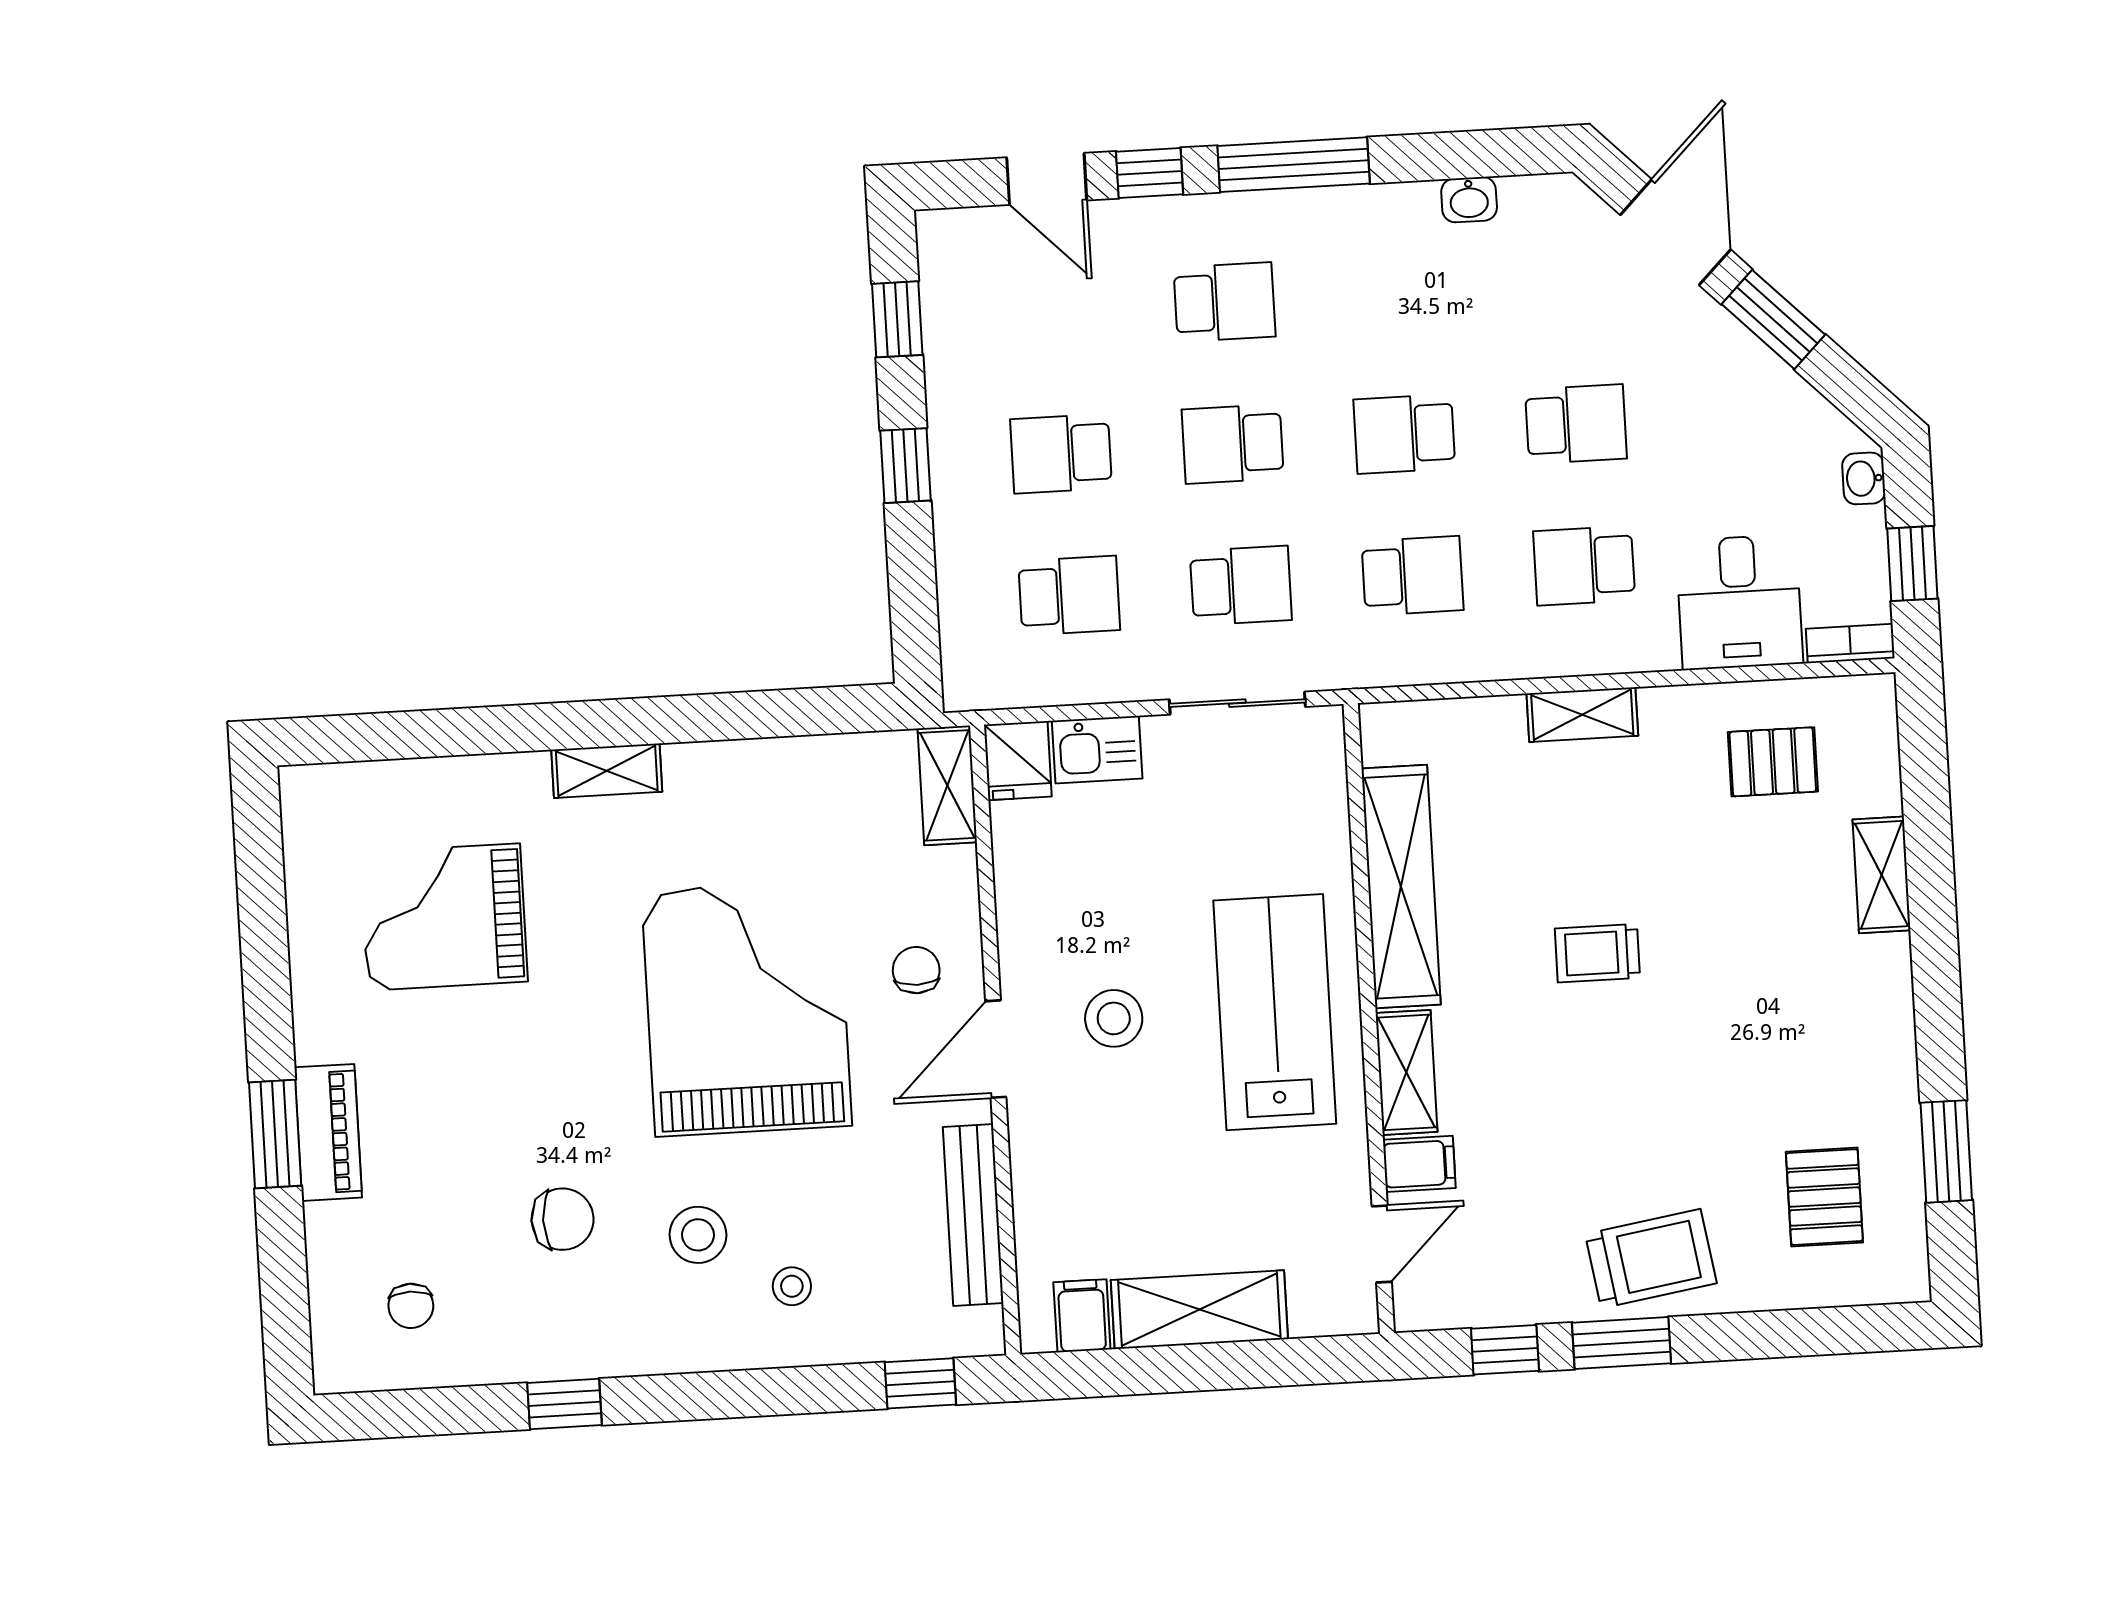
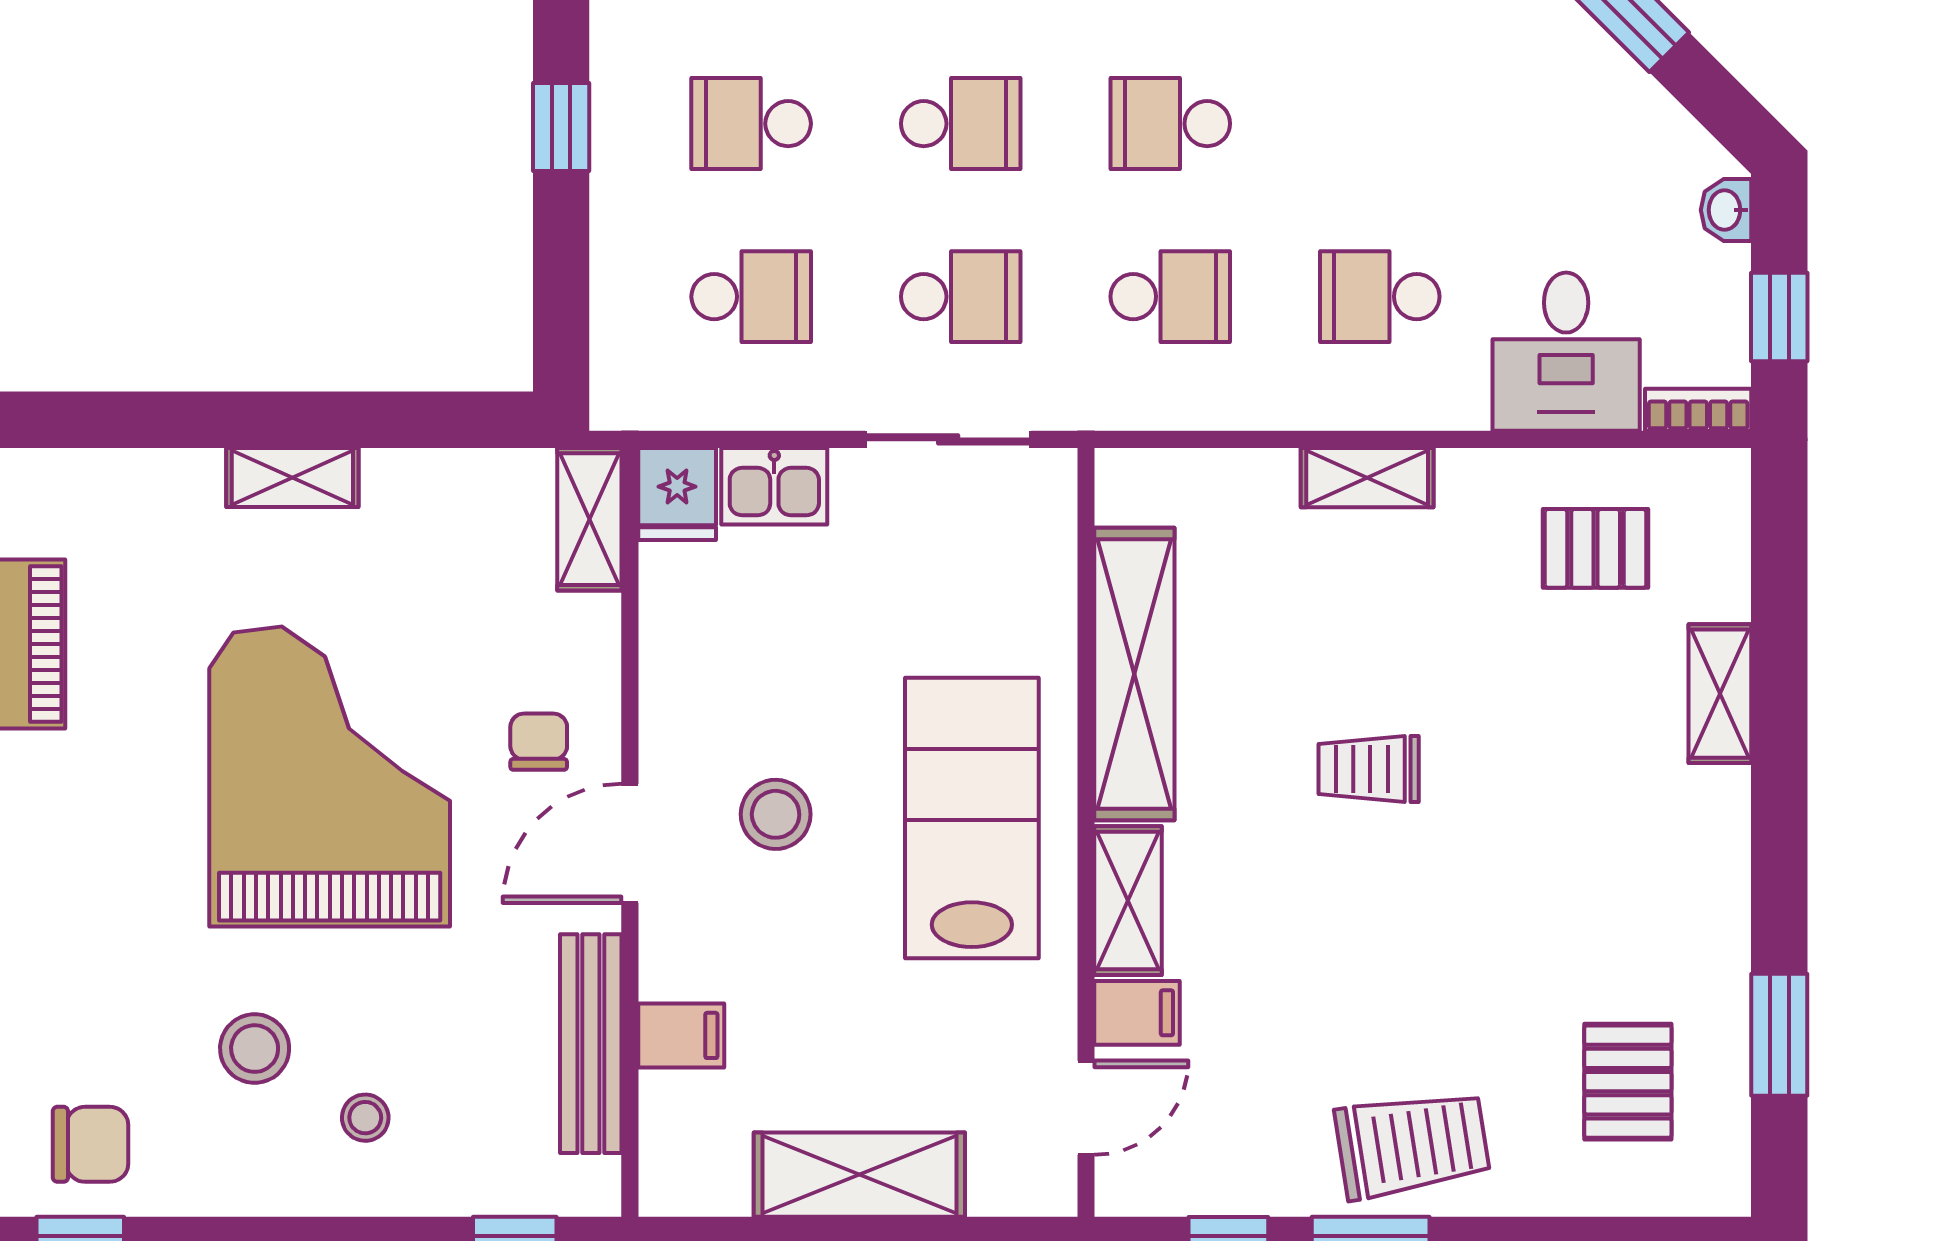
school desk: (1576, 424) -> (1380, 124), removed
school desk: (1233, 444) -> (961, 124), turned 180
shelving: (607, 771) -> (292, 477), moved
chair: (563, 1219) -> (91, 1144), moved
filing cabinet: (1082, 1316) -> (681, 1035), moved, turned 90

